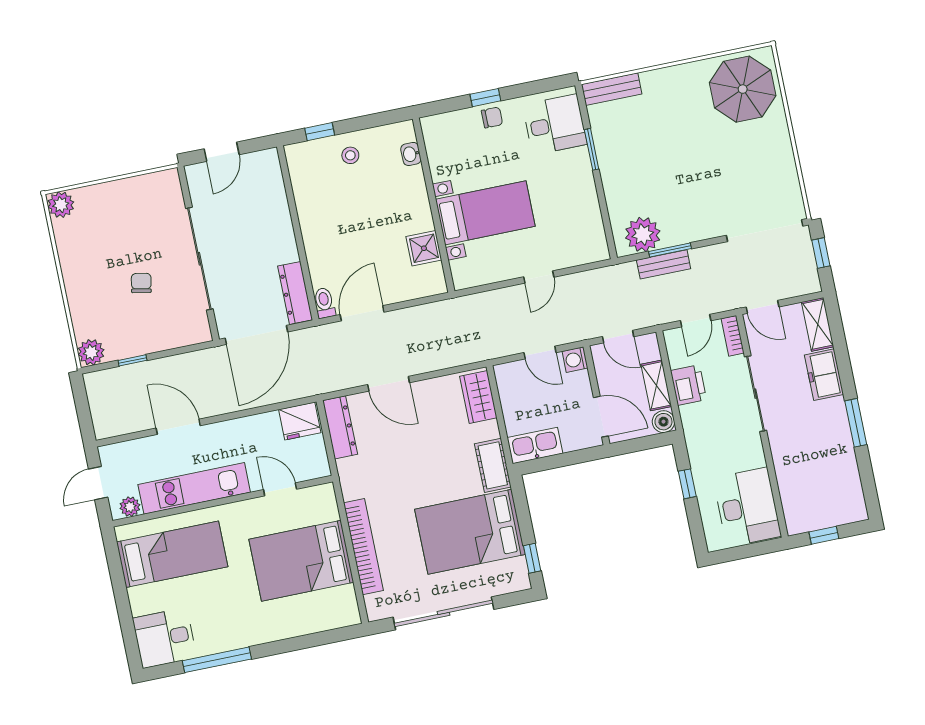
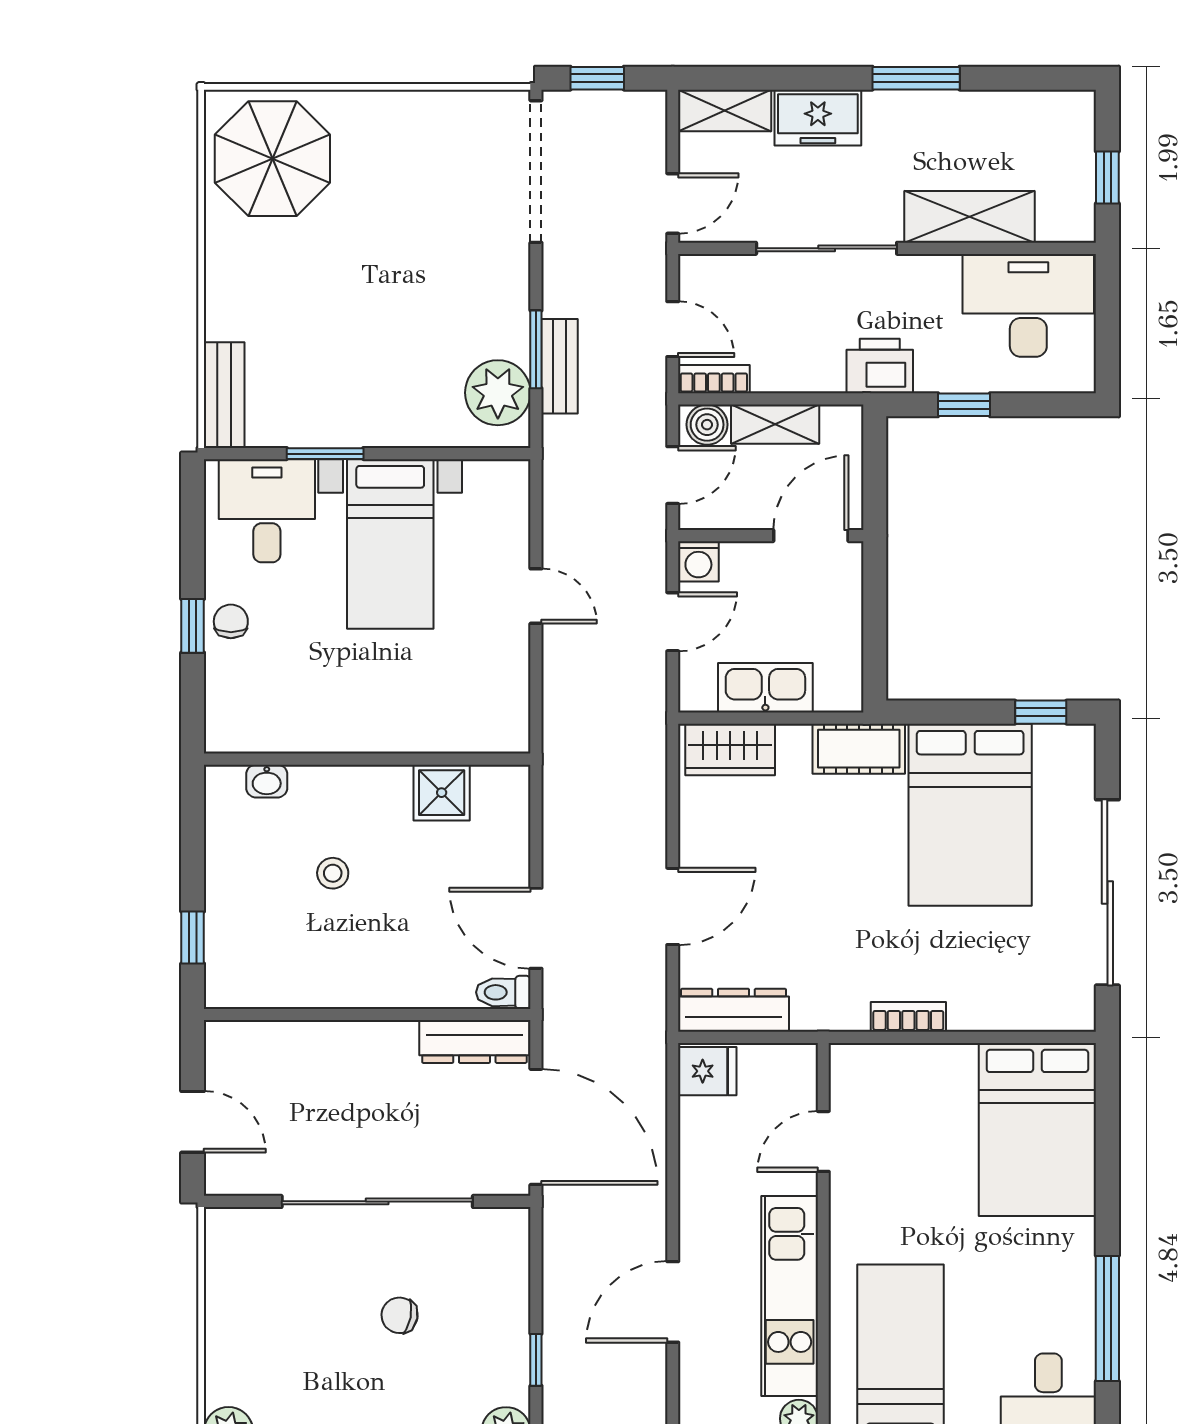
stool: (350, 155) -> (333, 873), moved
bed with nightstands: (485, 213) -> (390, 544), moved, turned 180
bookcase: (733, 336) -> (714, 379), moved, turned 180
printer: (688, 385) -> (880, 366), moved
fridge: (300, 421) -> (707, 1071), width x0.72
boiler: (663, 422) -> (707, 425), moved
kitchen sink: (535, 445) -> (765, 688), moved, turned 90
shelving: (788, 466) -> (970, 217), added
bookcase: (363, 547) -> (908, 1017), width x0.43, depth x0.76
bed: (301, 561) -> (1037, 1129), moved

